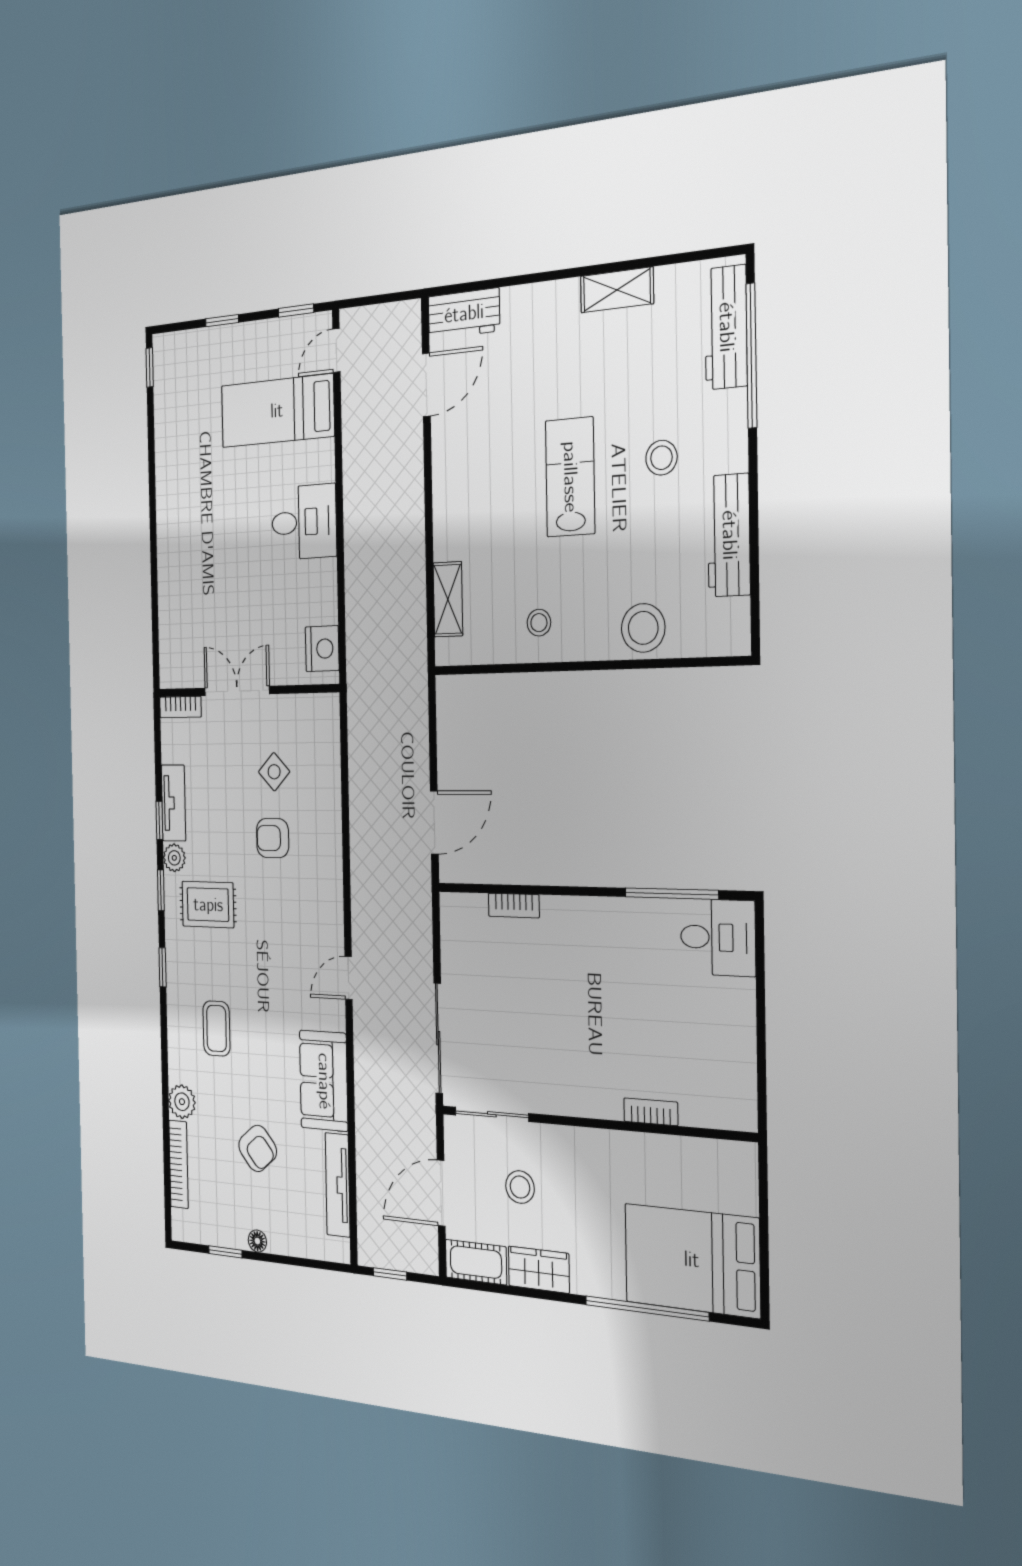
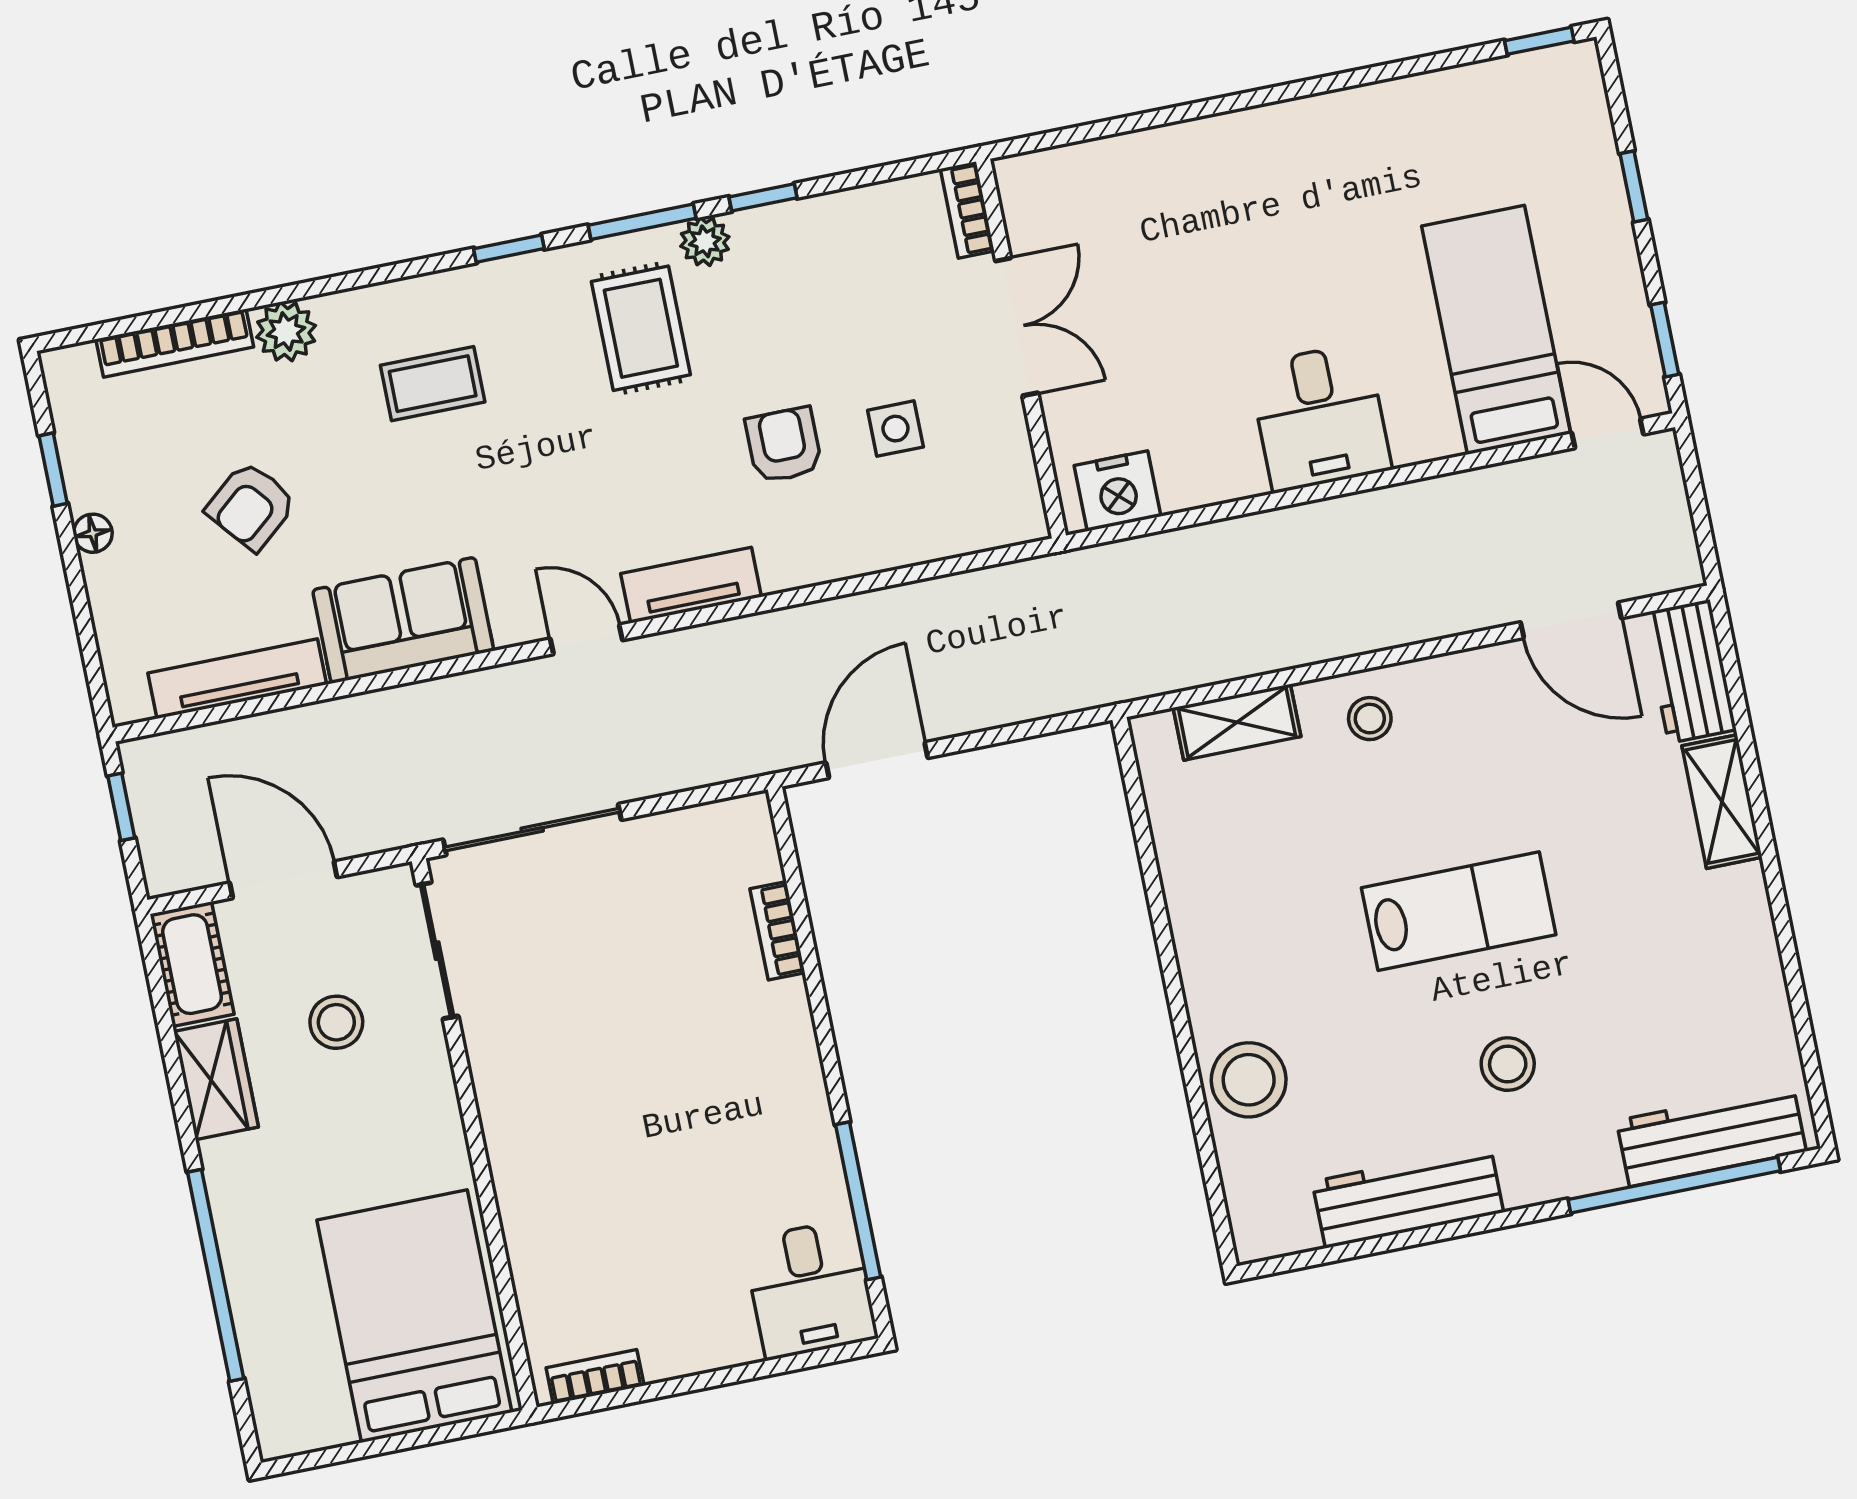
shelving: (617, 290) -> (1722, 802), moved
stool: (539, 623) -> (1370, 719), moved
side table: (274, 772) -> (895, 429), turned 45
tv unit: (173, 803) -> (691, 585), moved, turned 180
door: (434, 822) -> (877, 760), swing flipped
window: (161, 890) -> (642, 222), width x1.50
bookcase: (651, 1112) -> (595, 1377), moved, turned -90
bed: (692, 1260) -> (414, 1316), moved

